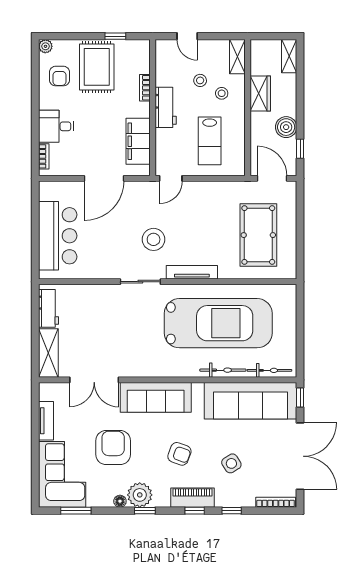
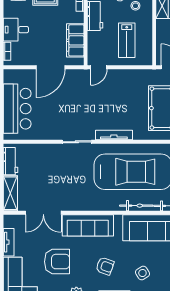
stool: (154, 239) -> (86, 111), removed
armchair: (113, 448) -> (57, 262), turned 90

